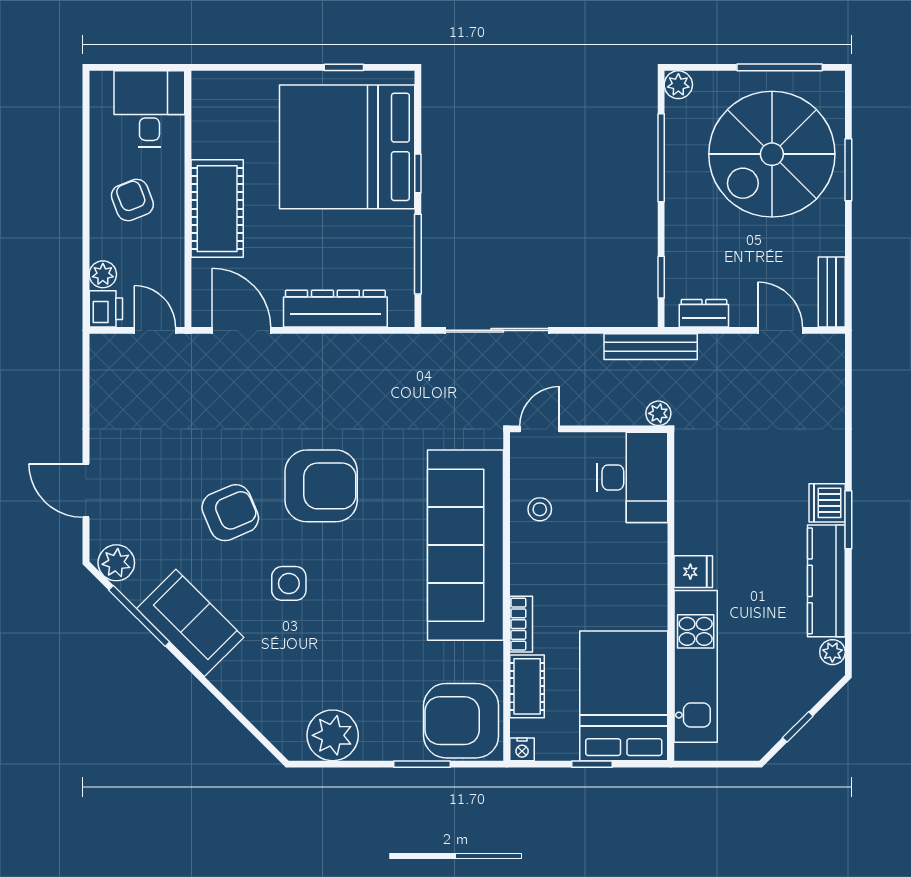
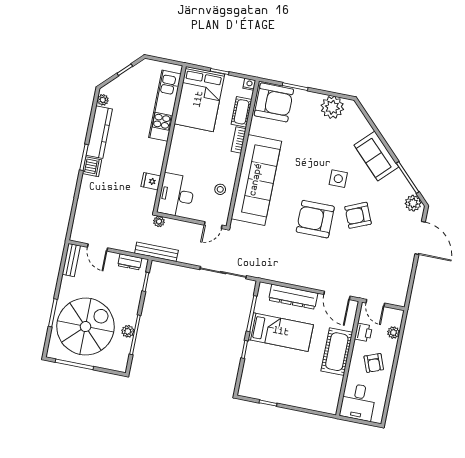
plant: (678, 85) -> (128, 331), moved
bed: (347, 147) -> (281, 332), moved, width x0.49
printer: (106, 309) -> (363, 332), moved, turned 180
door: (86, 491) -> (420, 238), width x1.36
fridge: (693, 572) -> (151, 181), moved
sofa: (190, 623) -> (376, 156), moved

